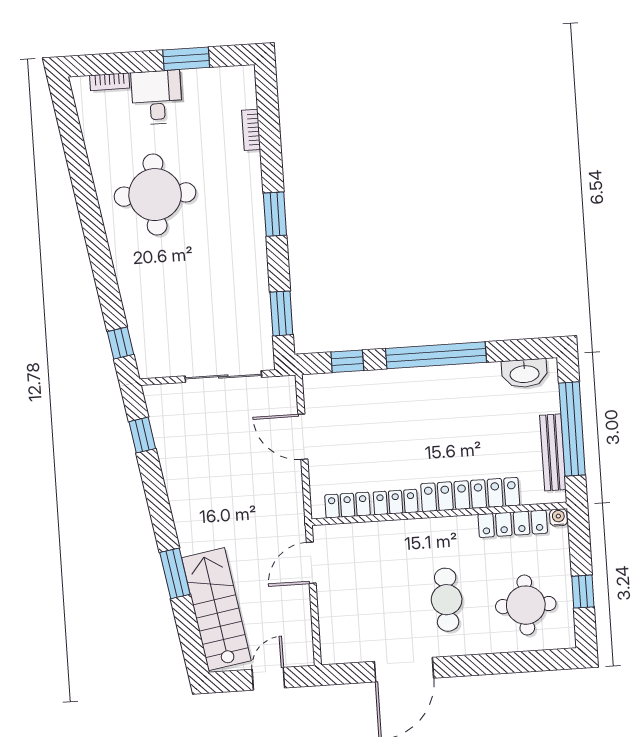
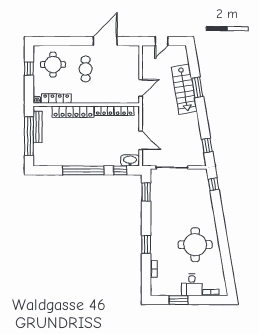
window: (275, 214) -> (146, 244), moved
washbasin: (524, 373) -> (130, 160), moved
stairs: (216, 609) -> (184, 89), moved

